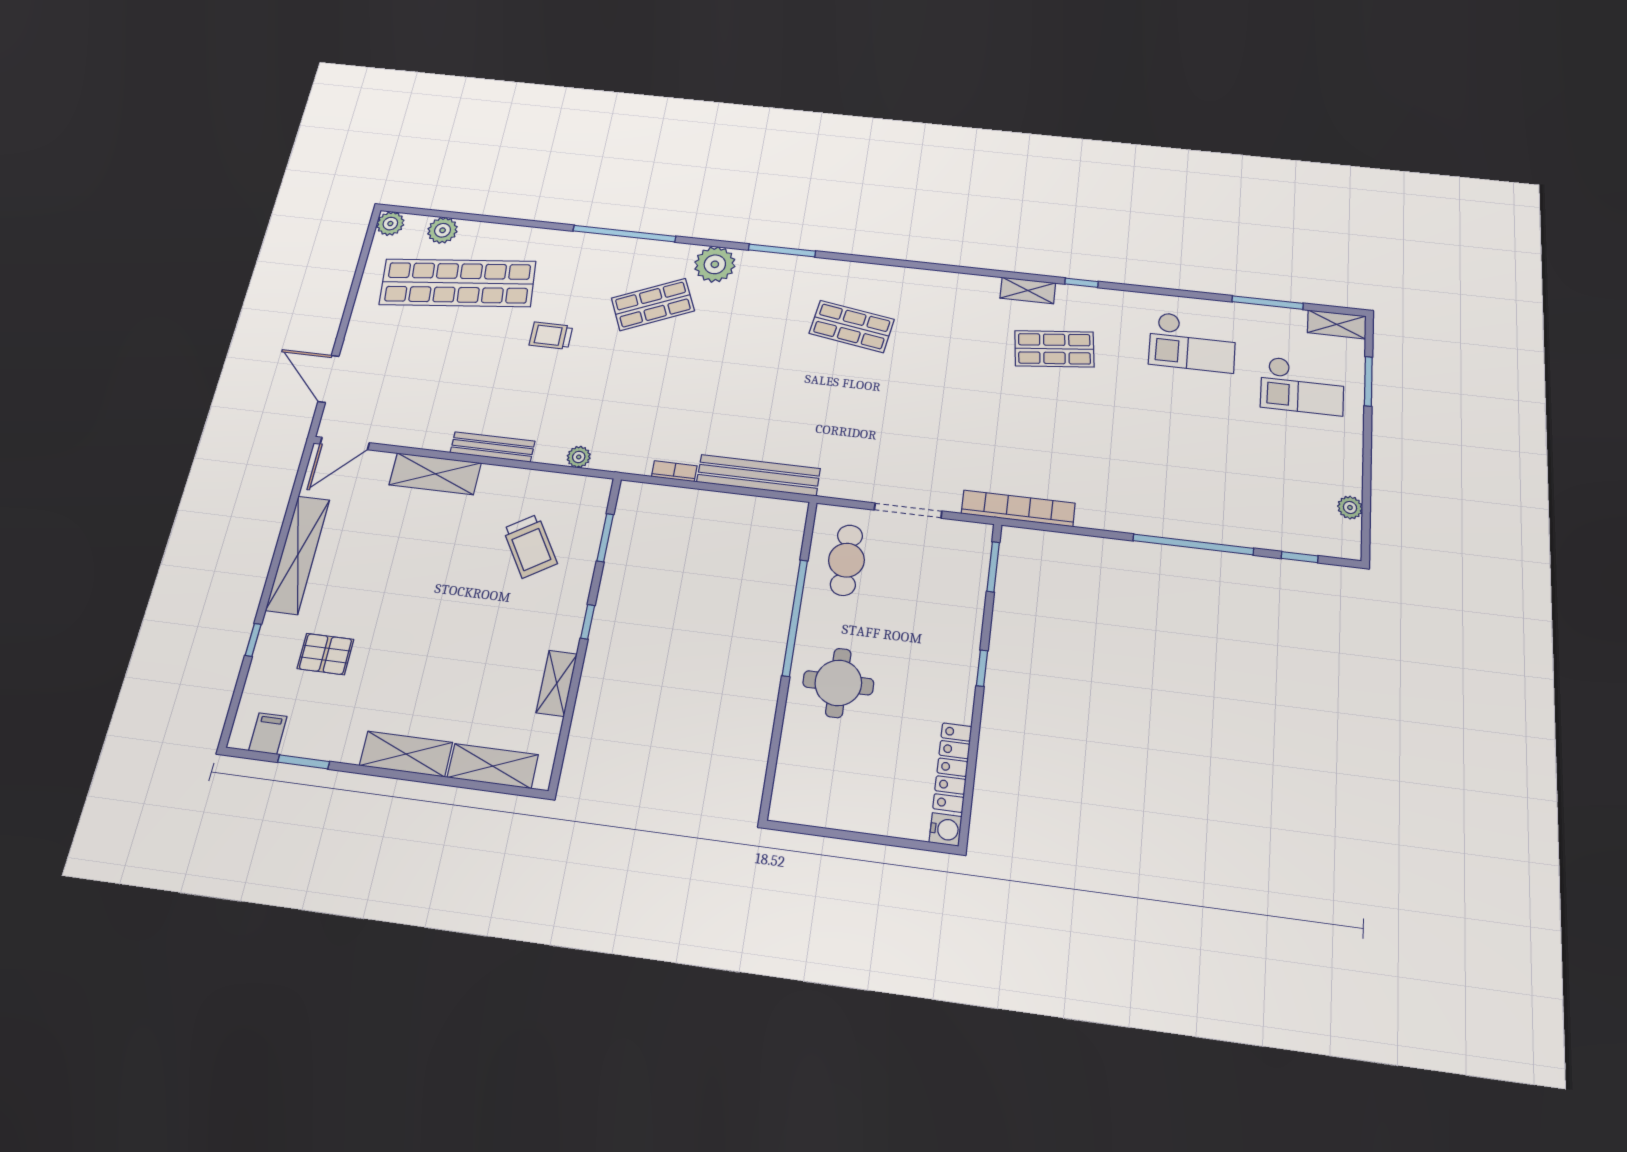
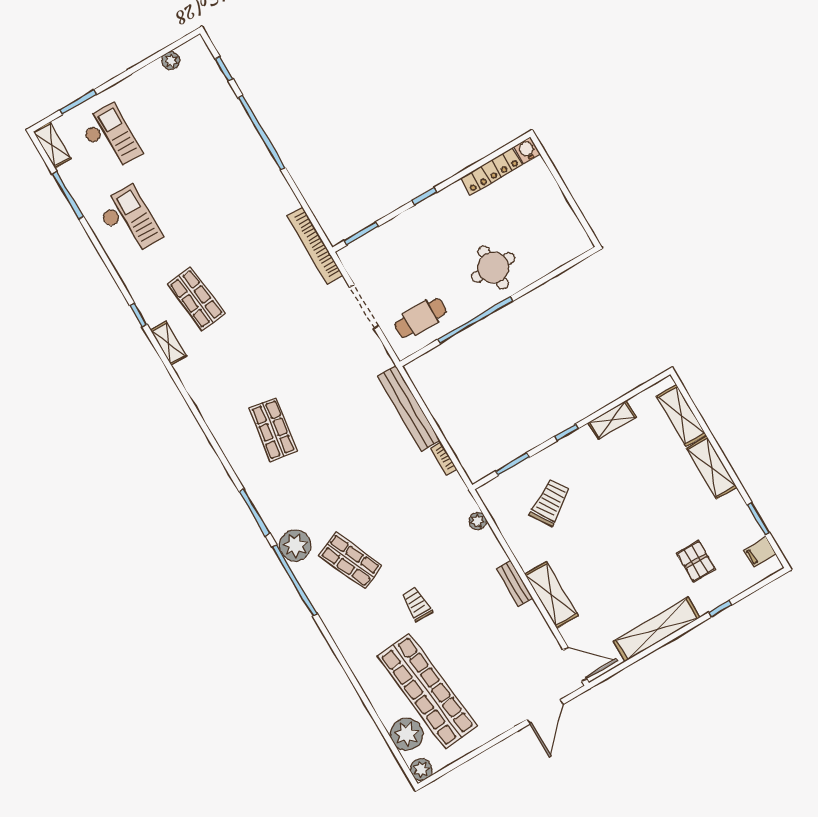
plant: (443, 230) -> (407, 734), width x1.36, depth x1.36
window: (624, 234) -> (295, 581), moved
trolley: (551, 336) -> (417, 604), turned 180
bench: (492, 447) -> (514, 583), width x0.73

